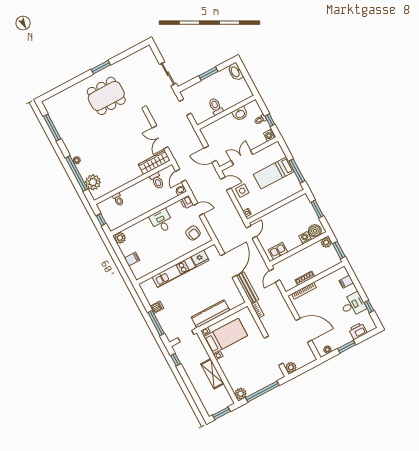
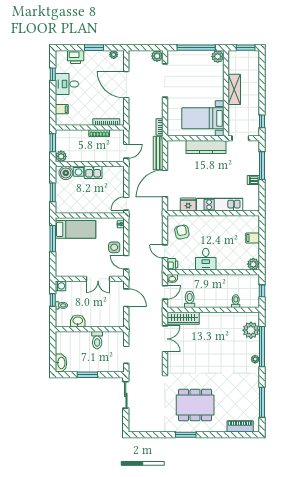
piano: (60, 98) -> (240, 426), added
bed: (274, 173) -> (76, 229), moved
kitchen sink: (278, 251) -> (93, 172), moved

